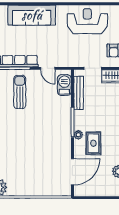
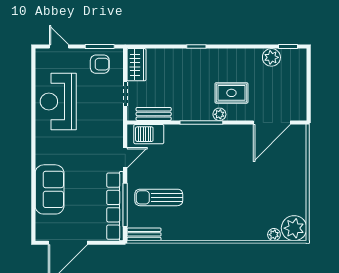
sofa: (32, 15) -> (50, 189), width x0.73
bench: (79, 93) -> (154, 114), width x0.73
door: (73, 172) -> (272, 123), swing flipped

